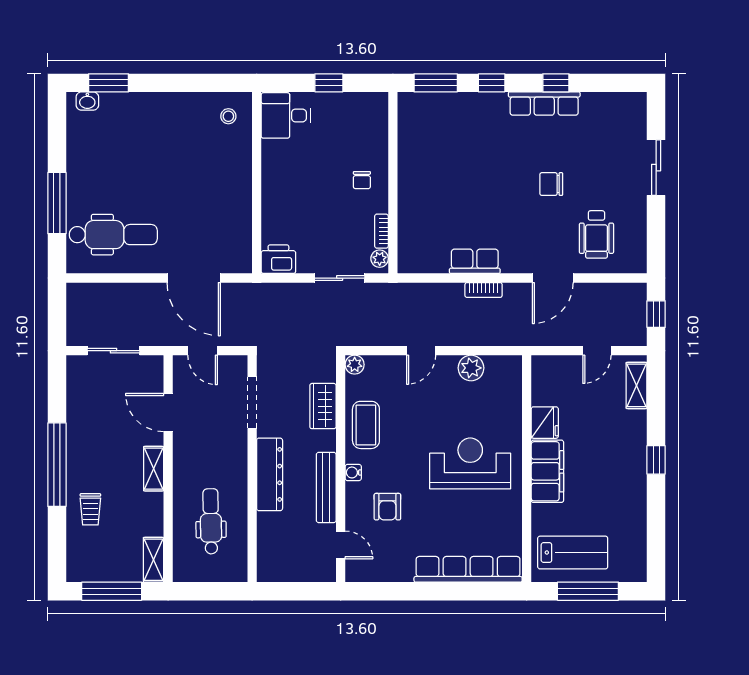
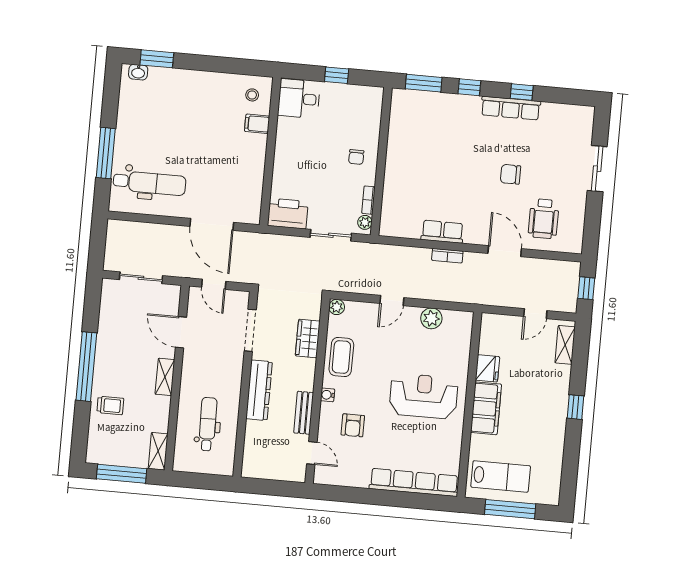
filing cabinet: (238, 151) -> (257, 124), added
printer: (278, 259) -> (288, 214), width x1.37, depth x1.19
door: (553, 278) -> (505, 251), swing flipped
bench: (326, 487) -> (304, 413), width x0.73
trolley: (90, 509) -> (110, 405), turned -90

